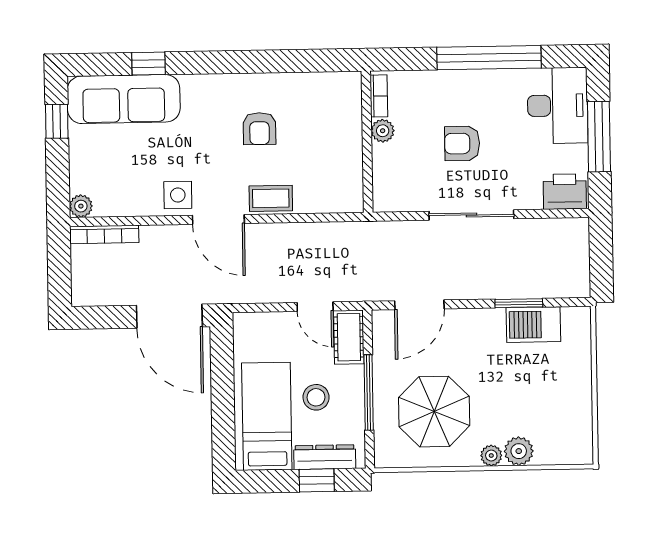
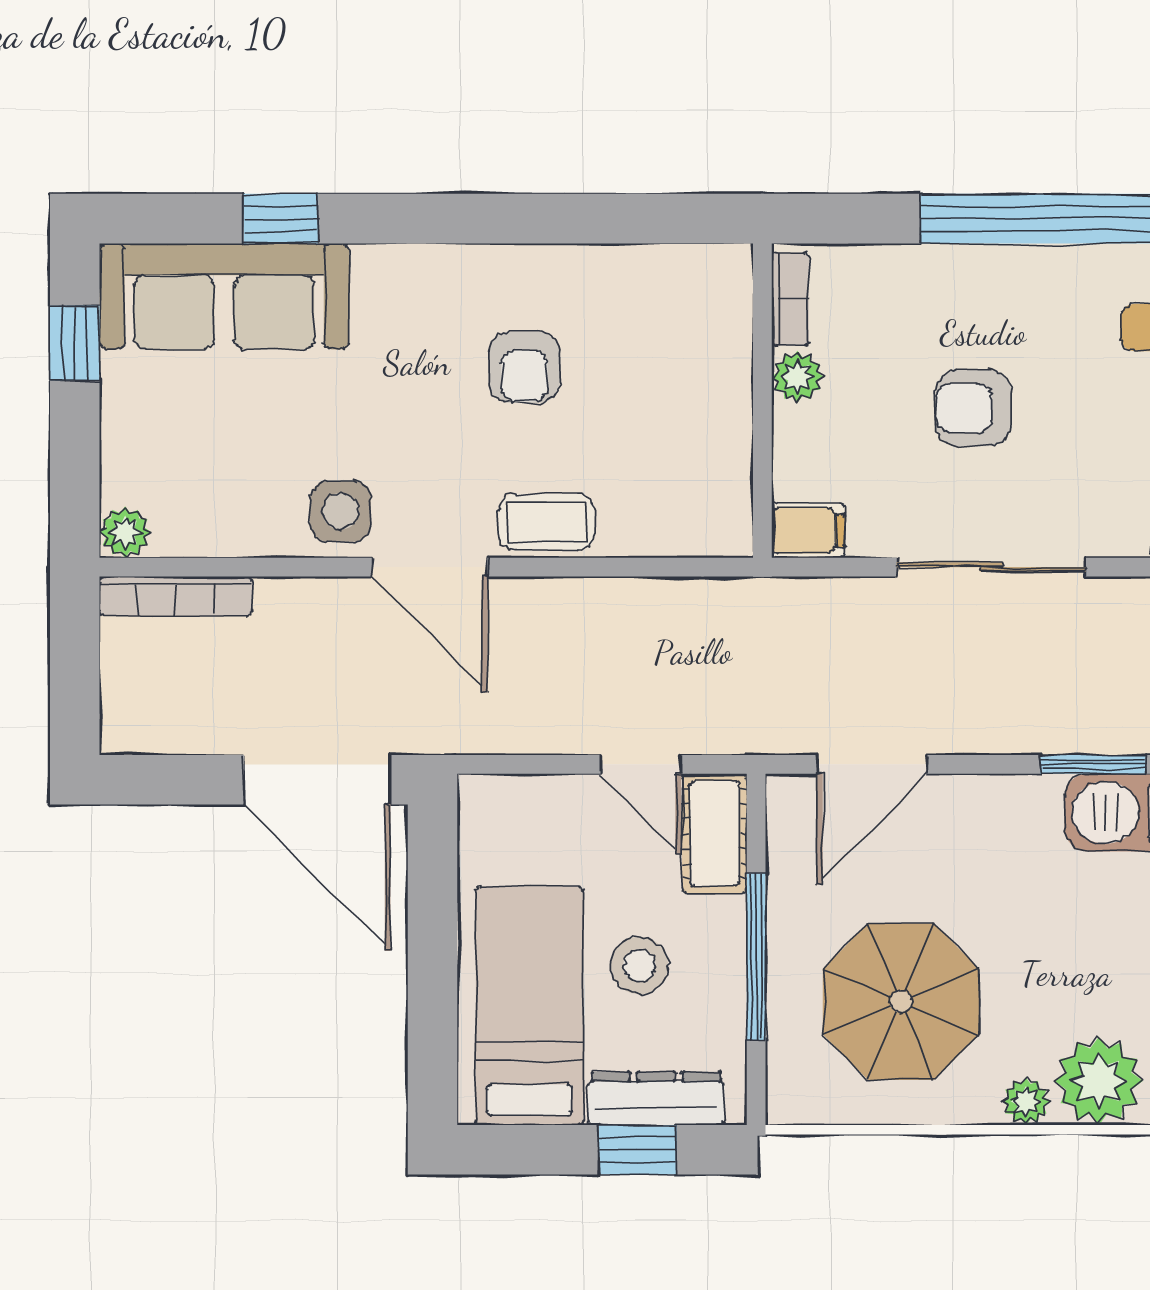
filing cabinet: (389, 200) -> (808, 530), added
plant: (519, 451) -> (1099, 1081), width x1.36, depth x1.36

